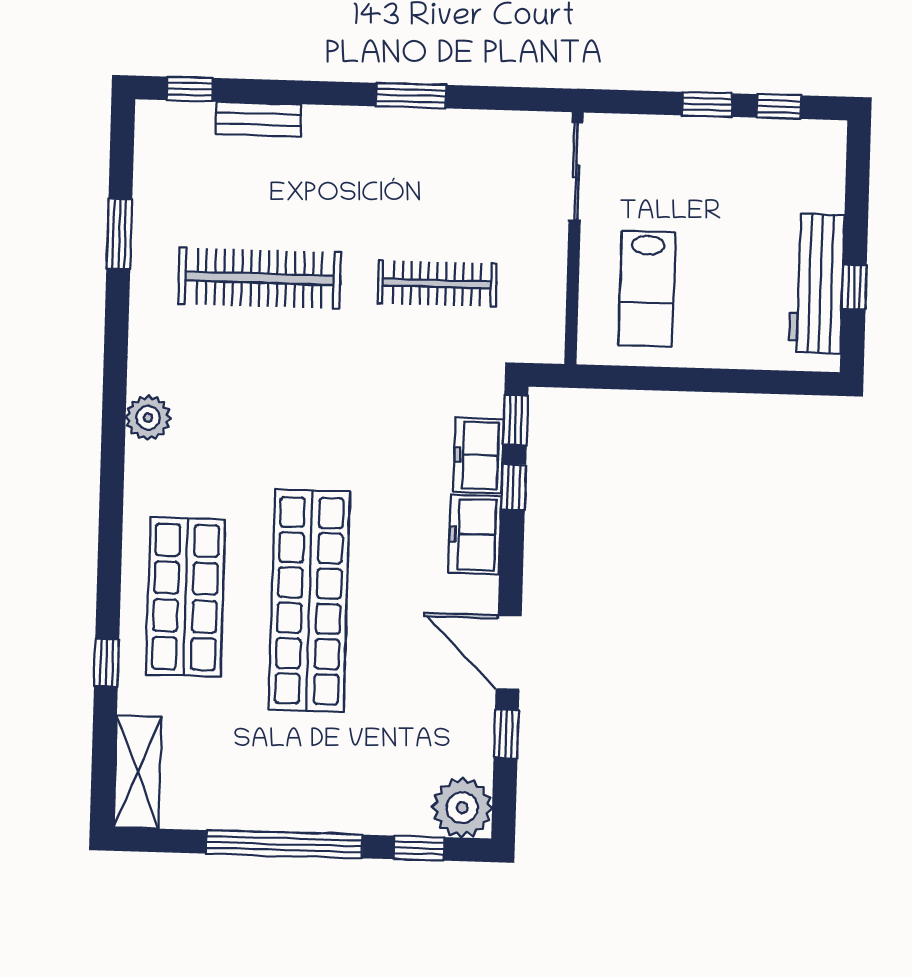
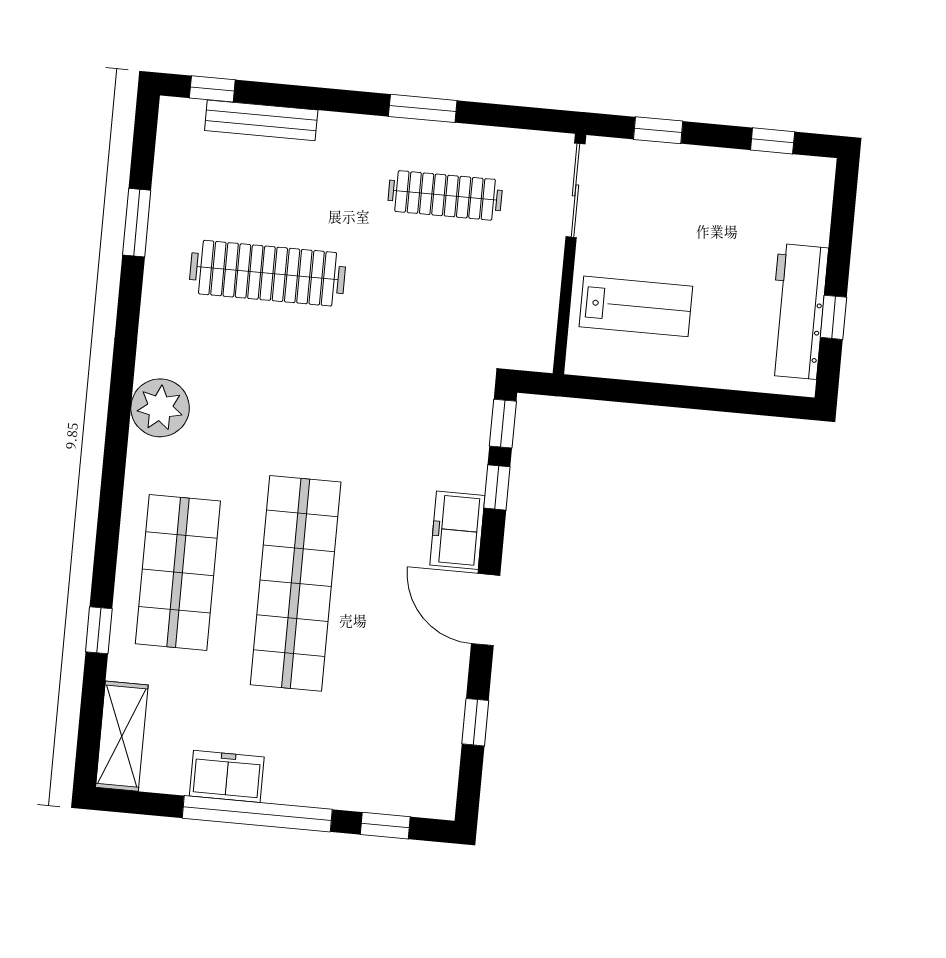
window: (707, 104) -> (658, 130), moved
bench: (258, 119) -> (261, 120), width x1.36
clothes rail: (437, 283) -> (445, 195), moved
lab bench: (647, 289) -> (636, 306), turned -90
plant: (148, 418) -> (160, 408), width x1.36, depth x1.36
freezer: (478, 455) -> (227, 776), moved, turned 90
door: (509, 652) -> (486, 610), moved
plant: (462, 808) -> (429, 790), removed

